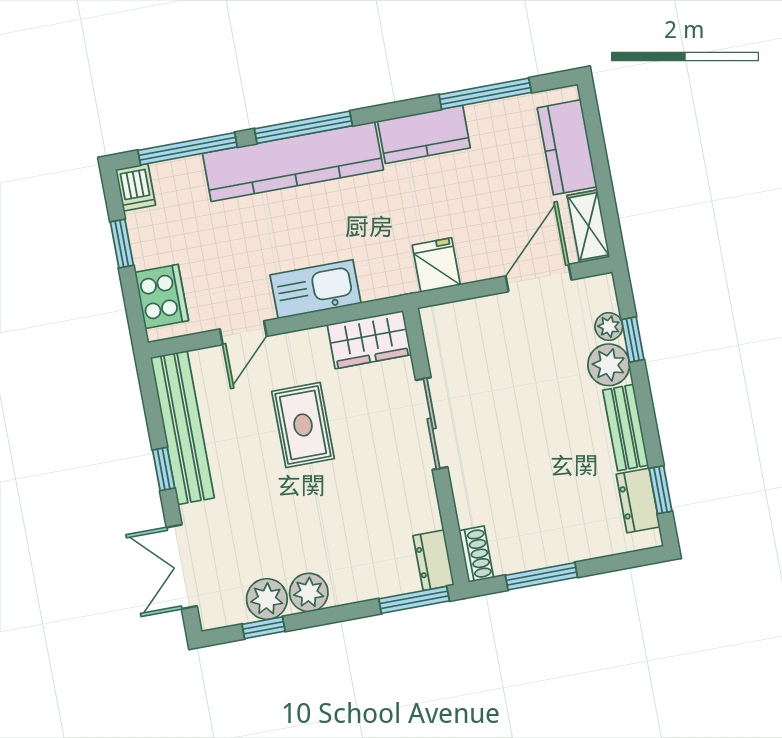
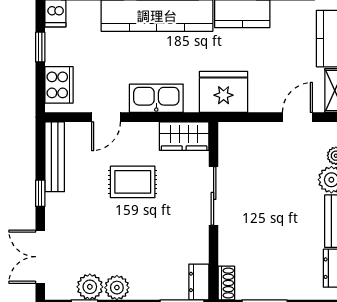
fridge: (436, 265) -> (224, 92), width x1.88, depth x1.34
door: (538, 278) -> (297, 117), width x0.73
rug: (303, 425) -> (133, 182), turned 90
bench: (182, 428) -> (55, 157), width x0.73, depth x0.82

